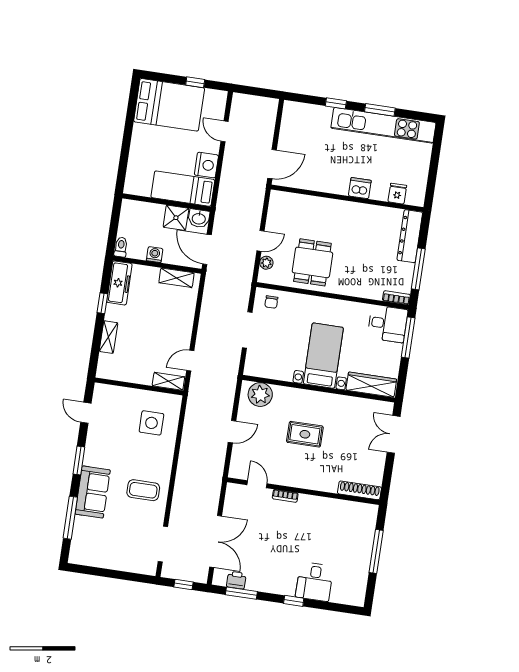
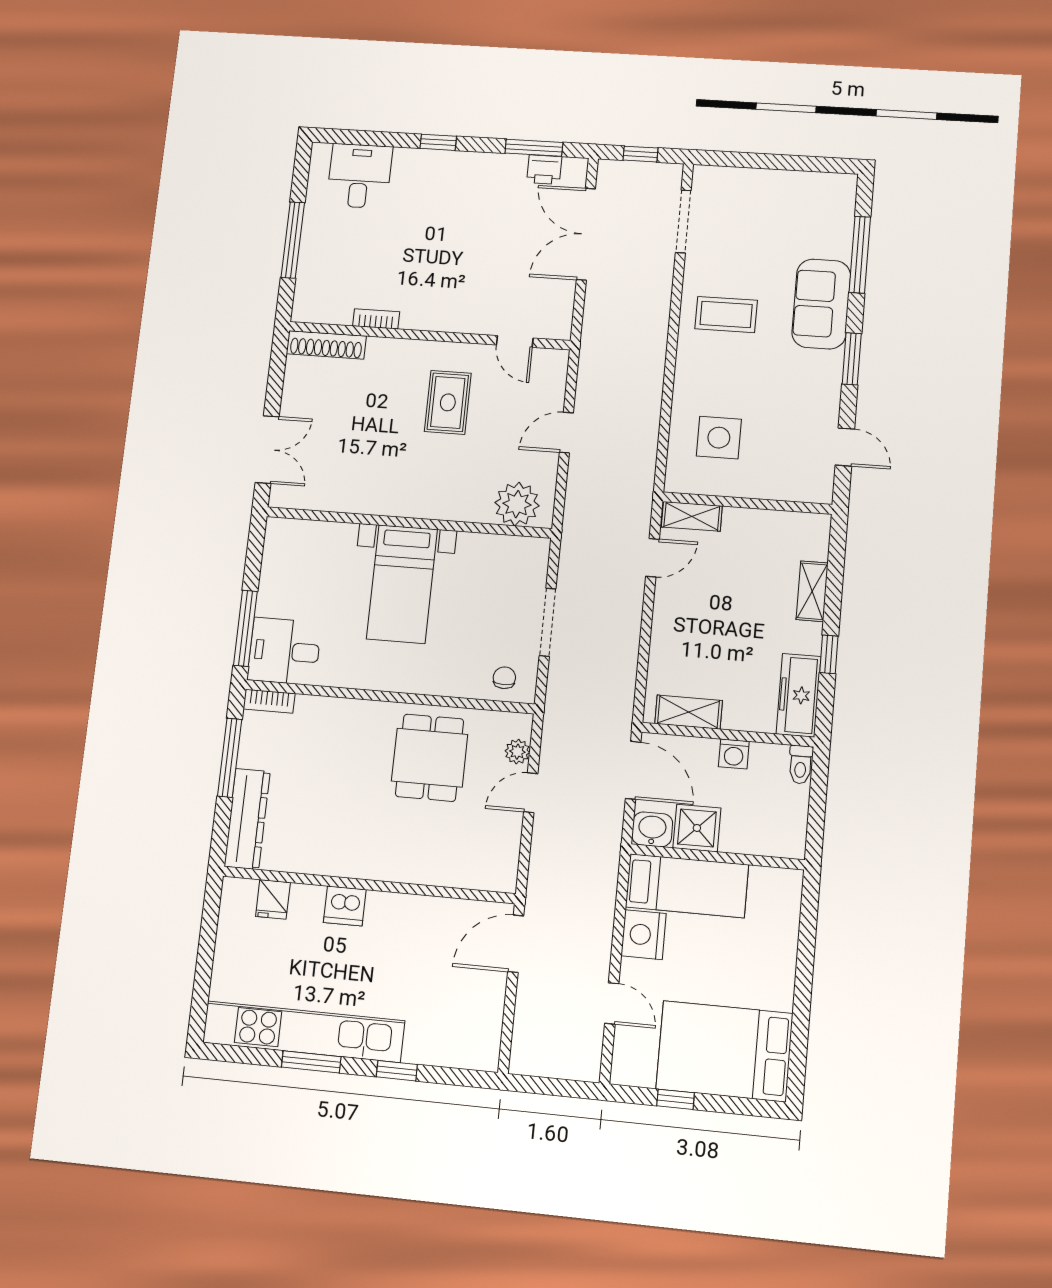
wardrobe: (371, 385) -> (311, 537), removed
rug: (305, 434) -> (448, 402), moved, turned 90
bookcase: (285, 496) -> (376, 319), moved
desk: (314, 582) -> (360, 176), moved

